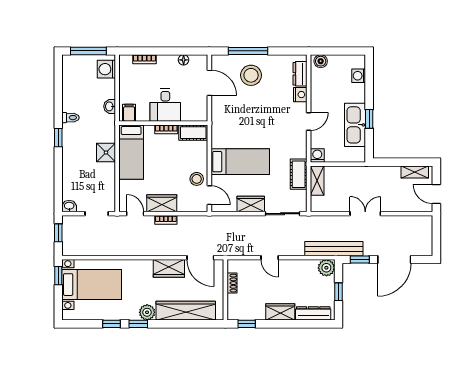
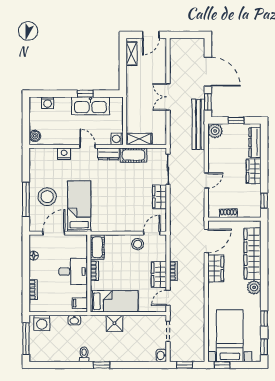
dresser: (300, 74) -> (108, 154), moved
bed: (240, 162) -> (79, 206), moved
window: (138, 324) -> (264, 347), moved

